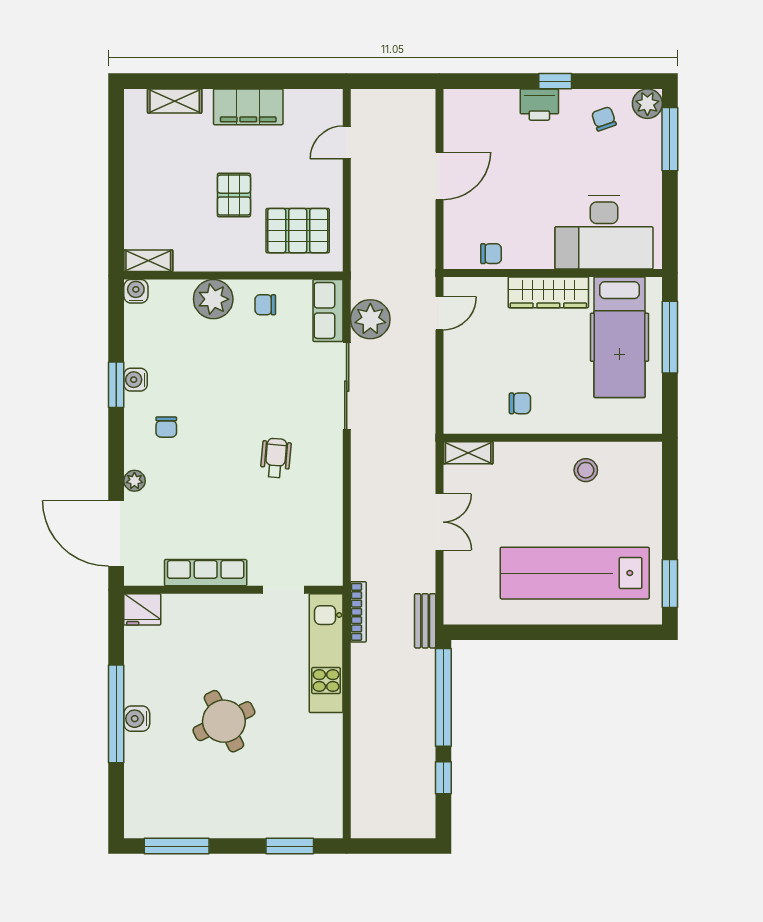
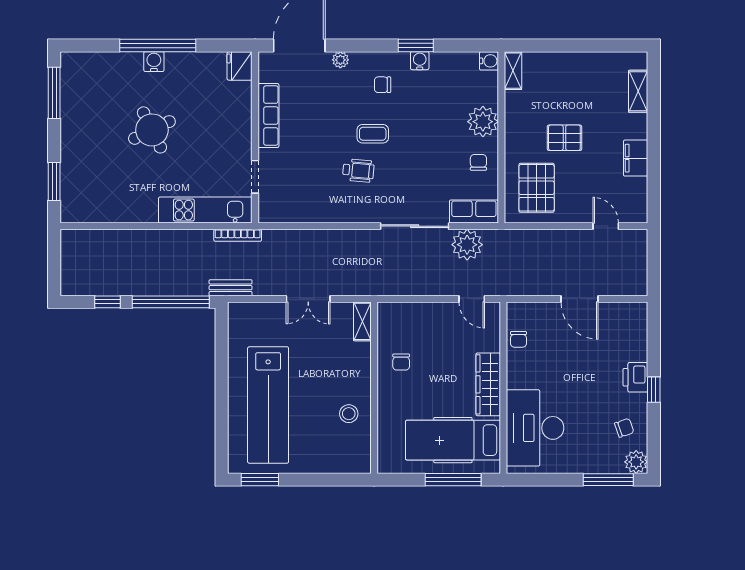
filing cabinet: (248, 107) -> (636, 158), width x0.67, depth x0.86
coffee table: (229, 440) -> (373, 134), added
lab bench: (575, 573) -> (268, 405), turned 180

